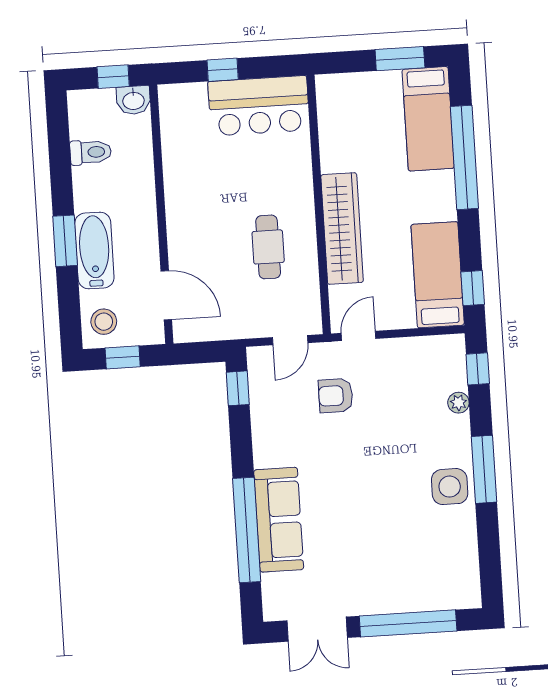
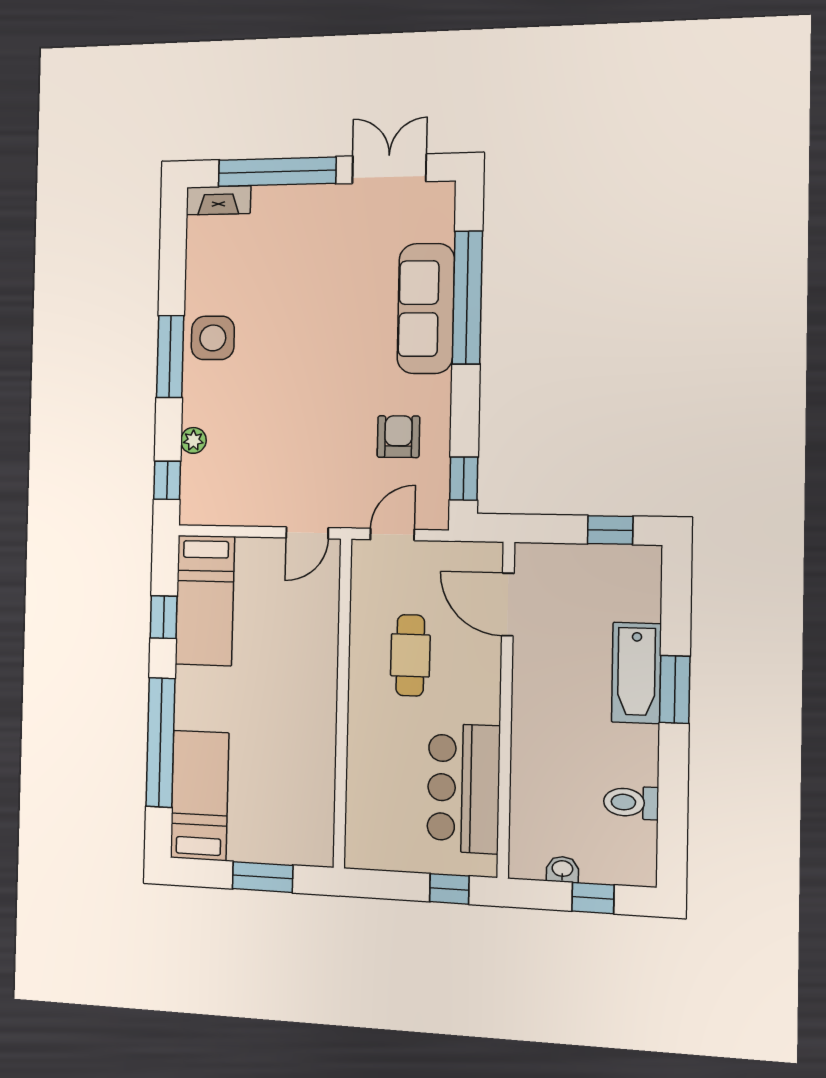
window: (400, 59) -> (263, 877), moved
washbasin: (133, 100) -> (562, 869), width x0.72, depth x0.69
bar counter: (259, 106) -> (463, 788), moved, turned -90
wall: (161, 214) -> (506, 710), moved
wardrobe: (342, 229) -> (316, 669), removed
window: (473, 288) -> (164, 617), moved
door: (166, 295) -> (508, 605), moved
stool: (104, 322) -> (631, 579), removed
armchair: (336, 396) -> (398, 437), moved, turned -90
fireplace: (455, 598) -> (219, 200), added

